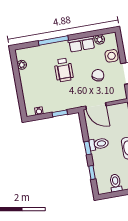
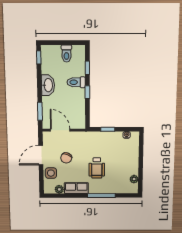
wheelchair: (64, 70) -> (97, 168), turned 180
door: (96, 106) -> (60, 130), moved
toilet: (99, 144) -> (76, 82), moved

